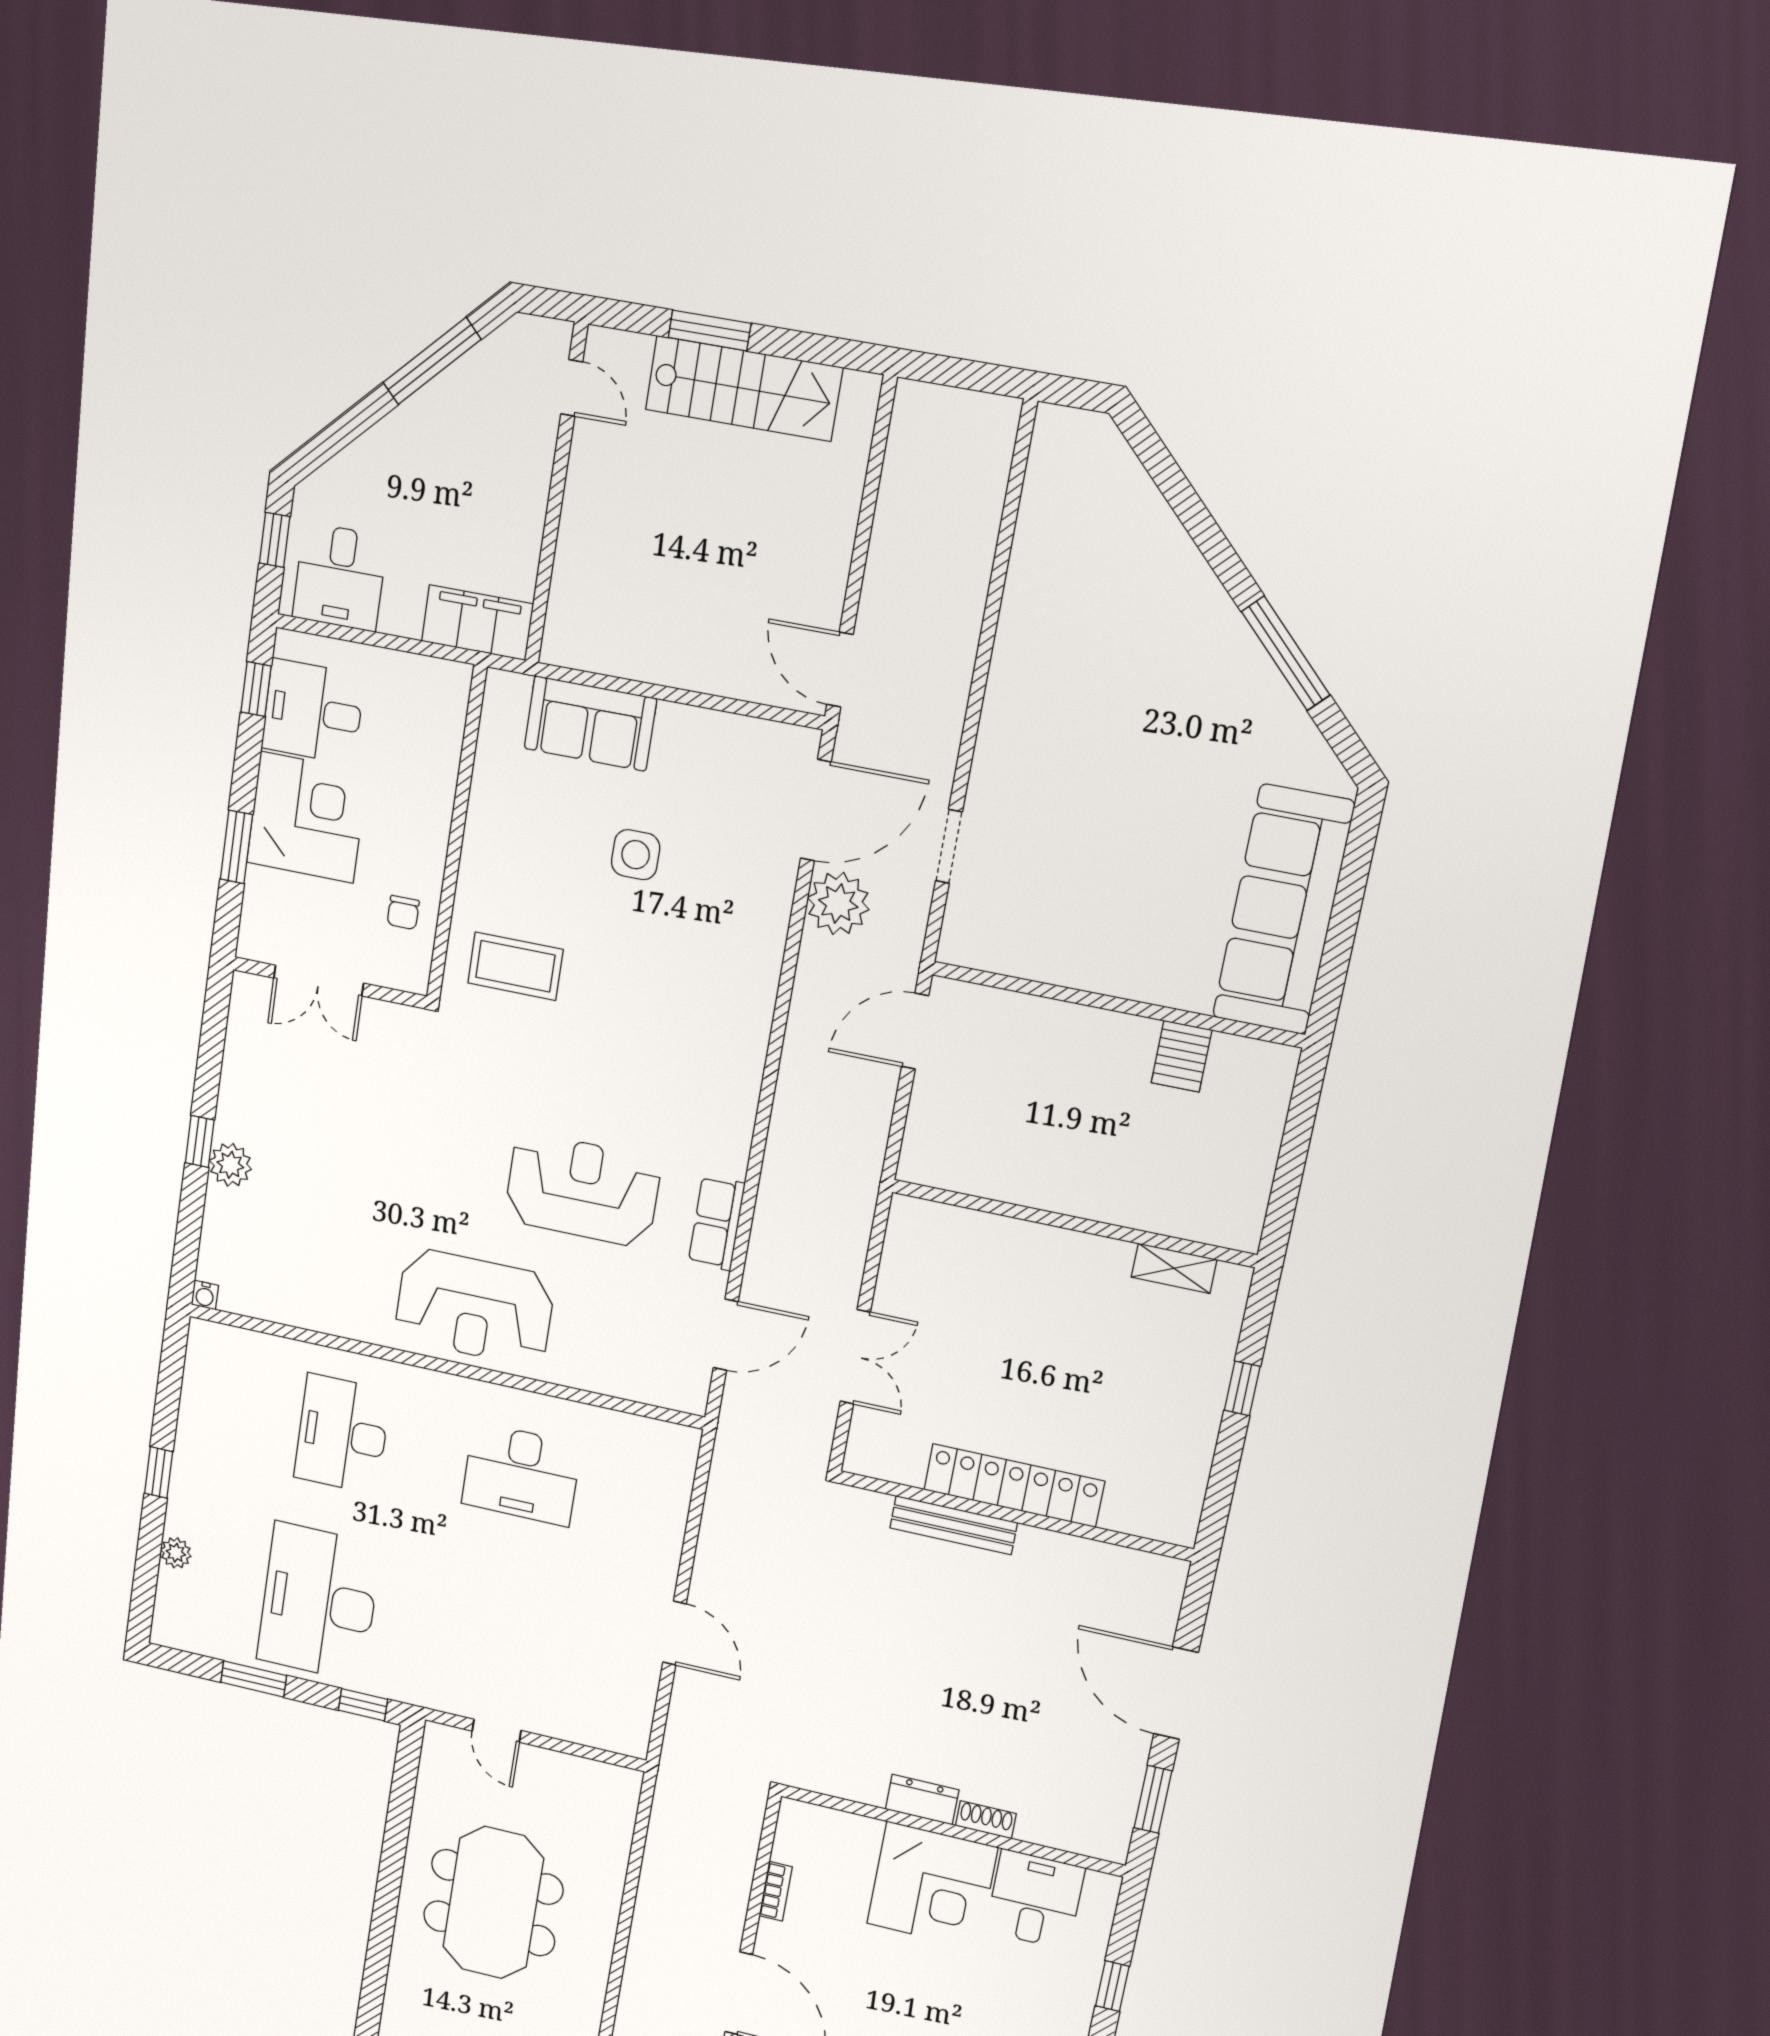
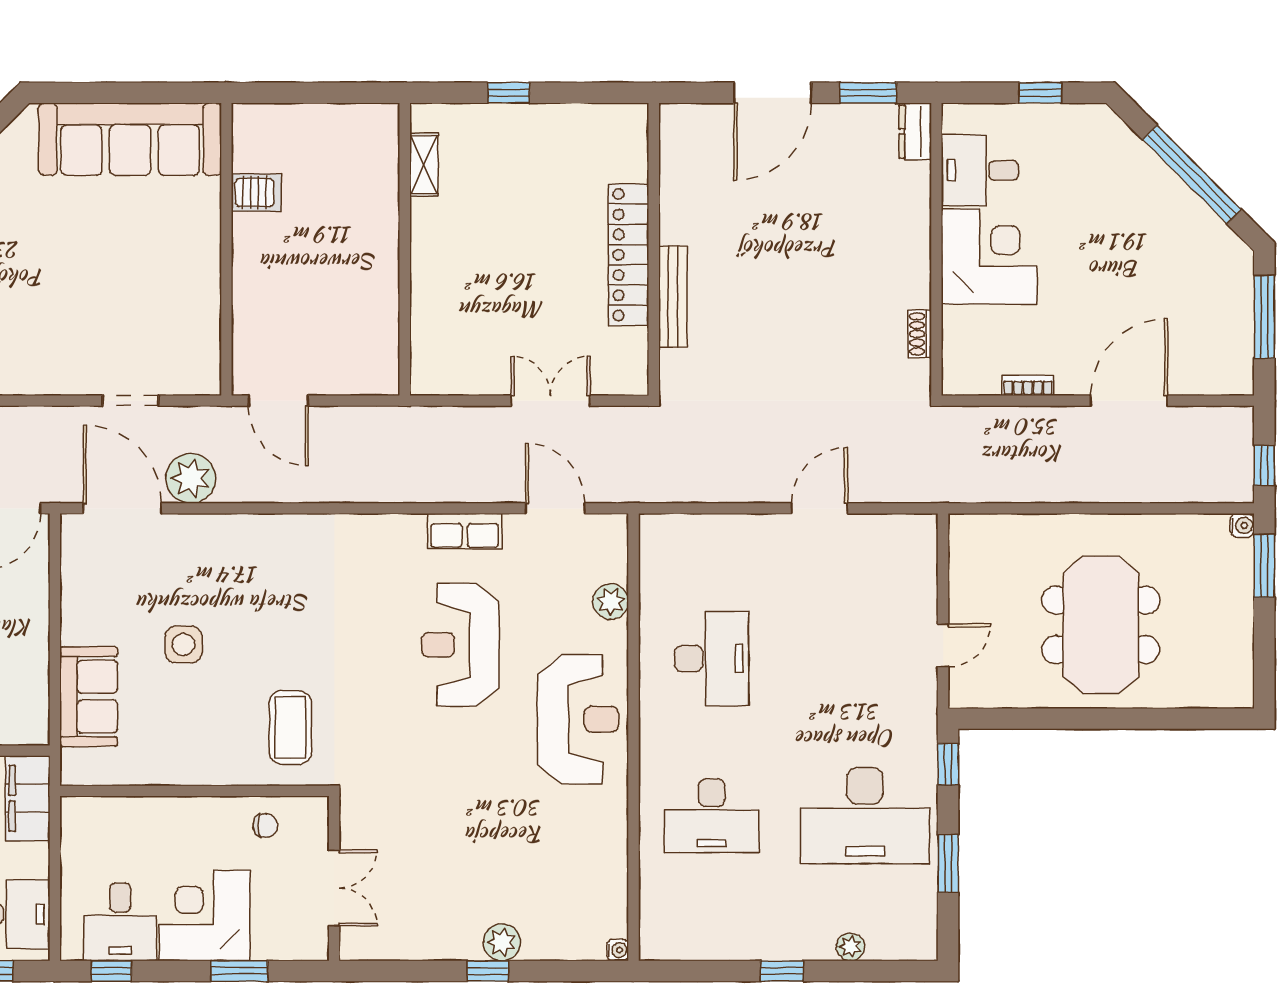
plant: (605, 1375) -> (611, 602), added
dresser: (922, 1800) -> (915, 132), moved
shoe rack: (986, 1820) -> (920, 334), moved
meeting table: (493, 1903) -> (1101, 625), turned 90

